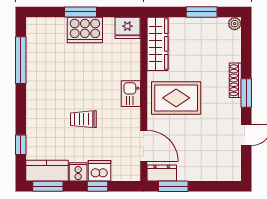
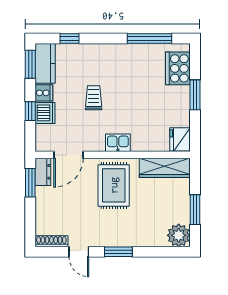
plant: (235, 24) -> (179, 235), width x1.87, depth x1.87
cooker: (85, 30) -> (178, 68), moved
shoe rack: (235, 80) -> (51, 241), moved

